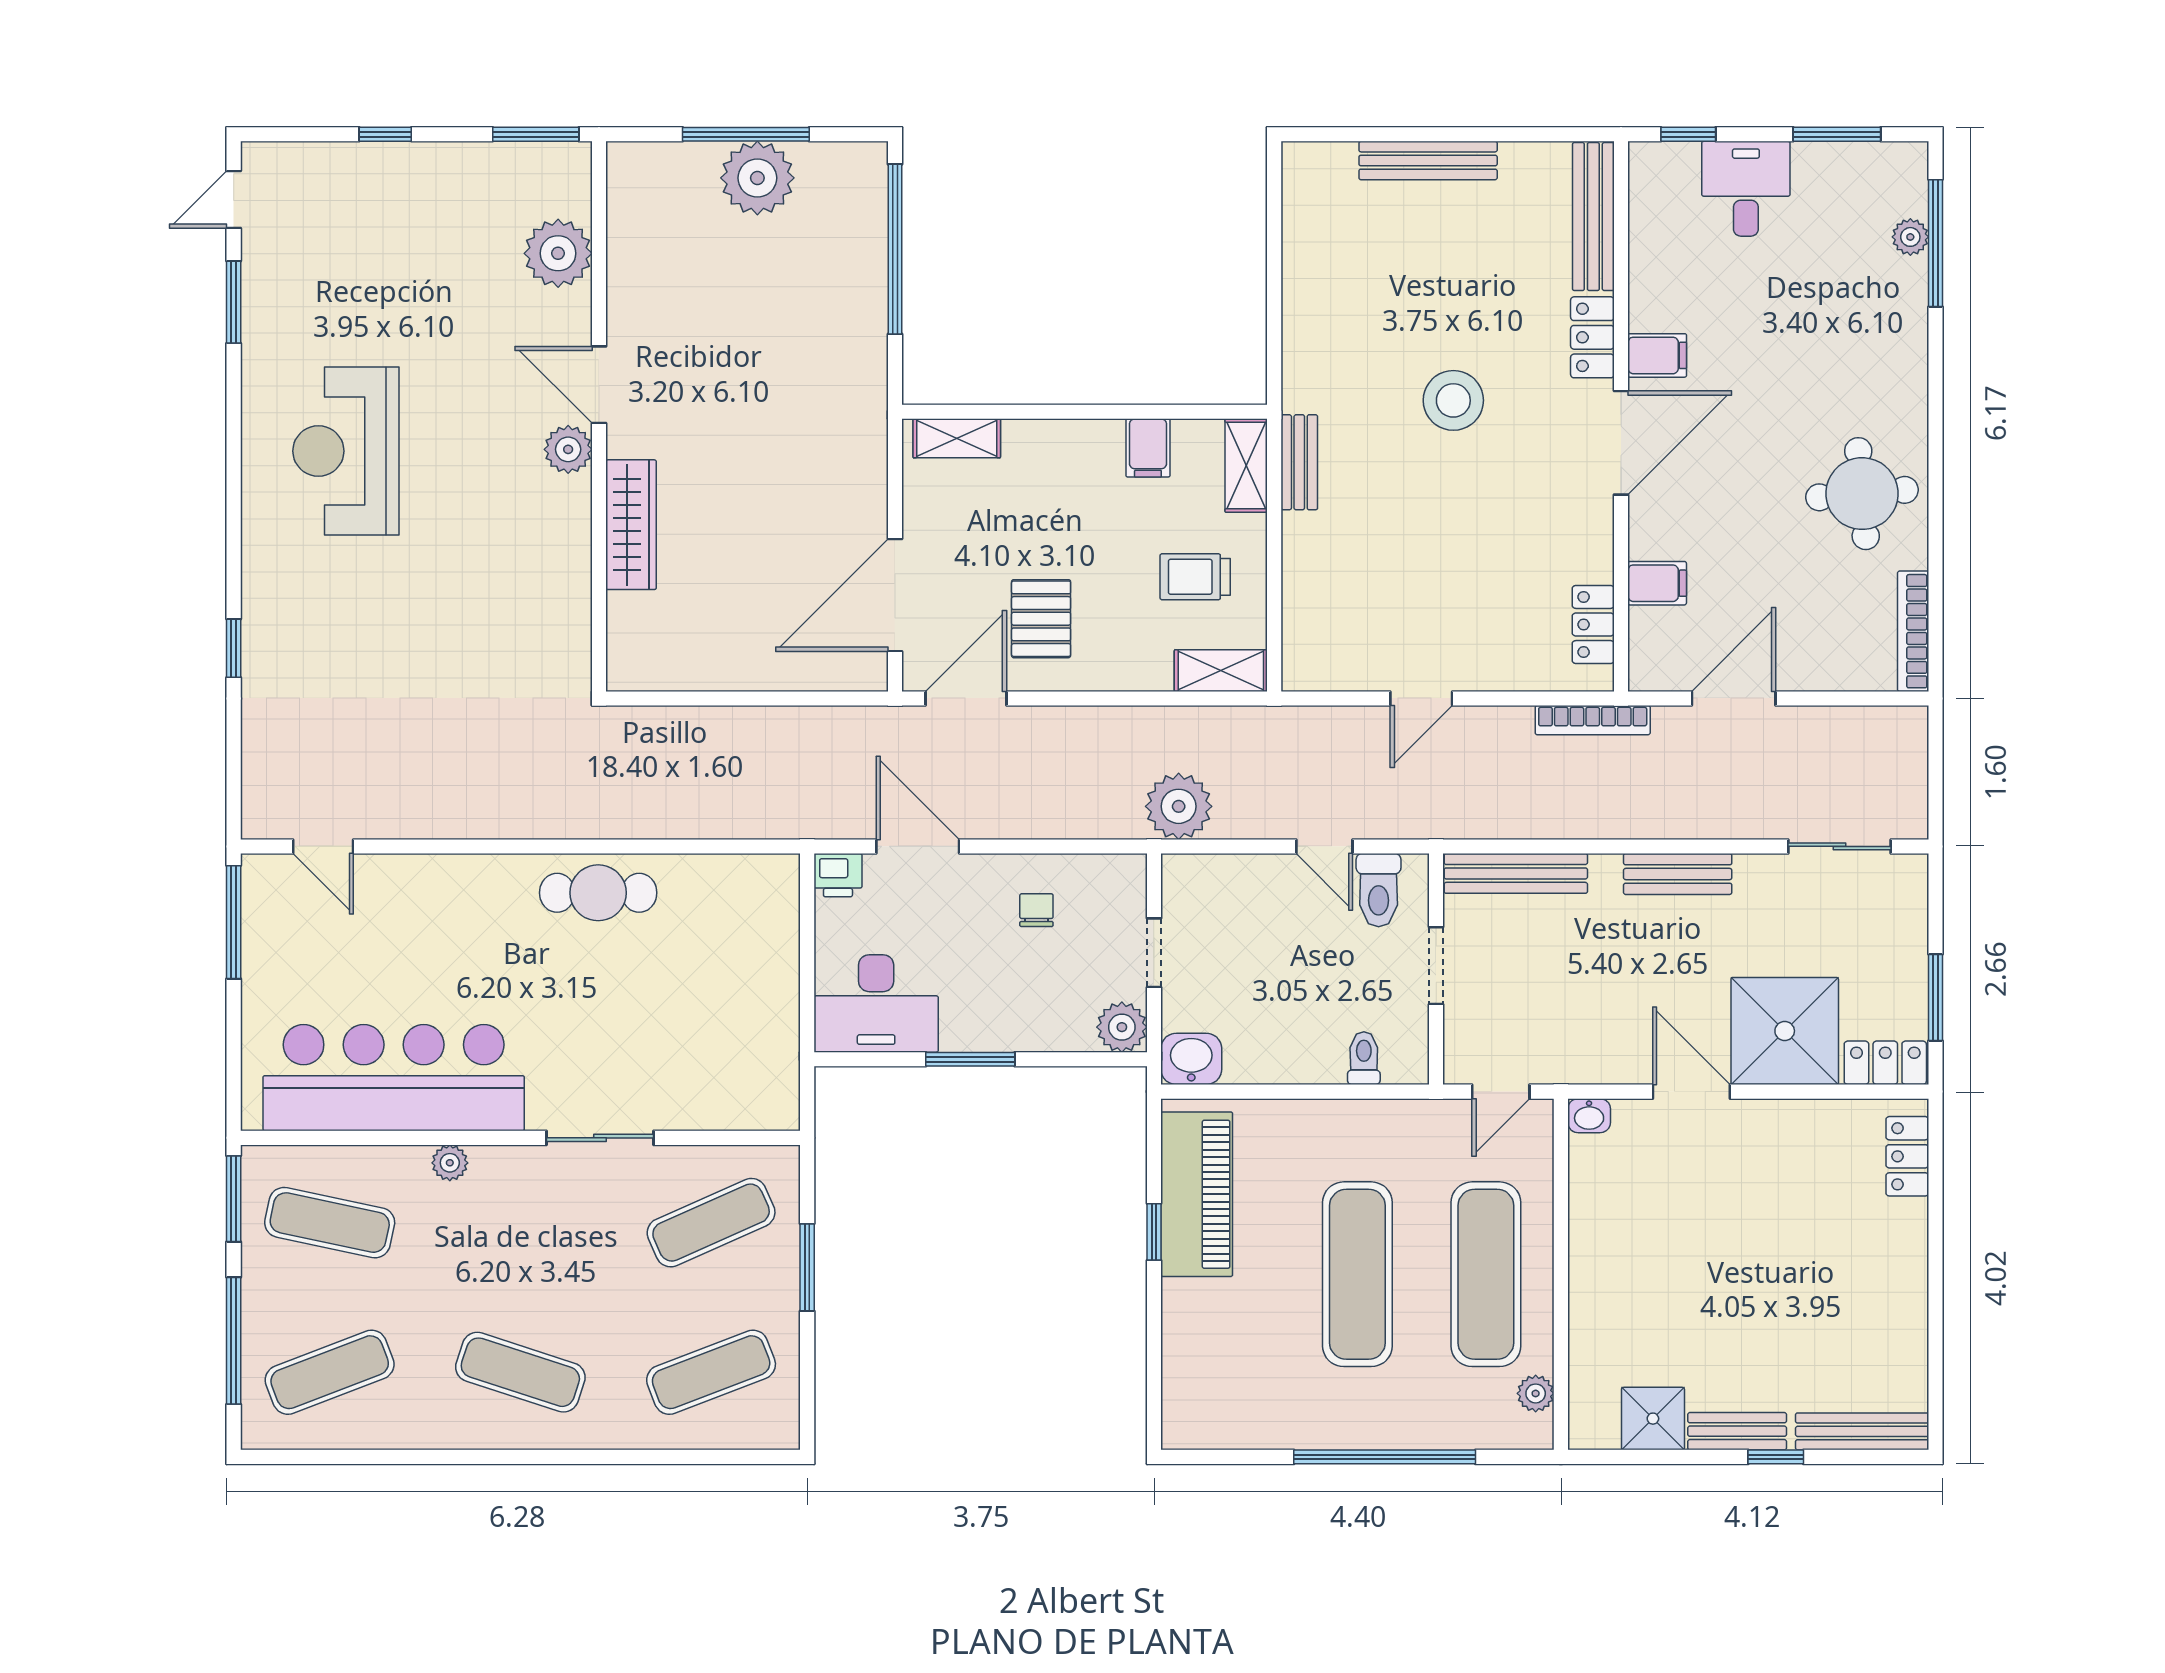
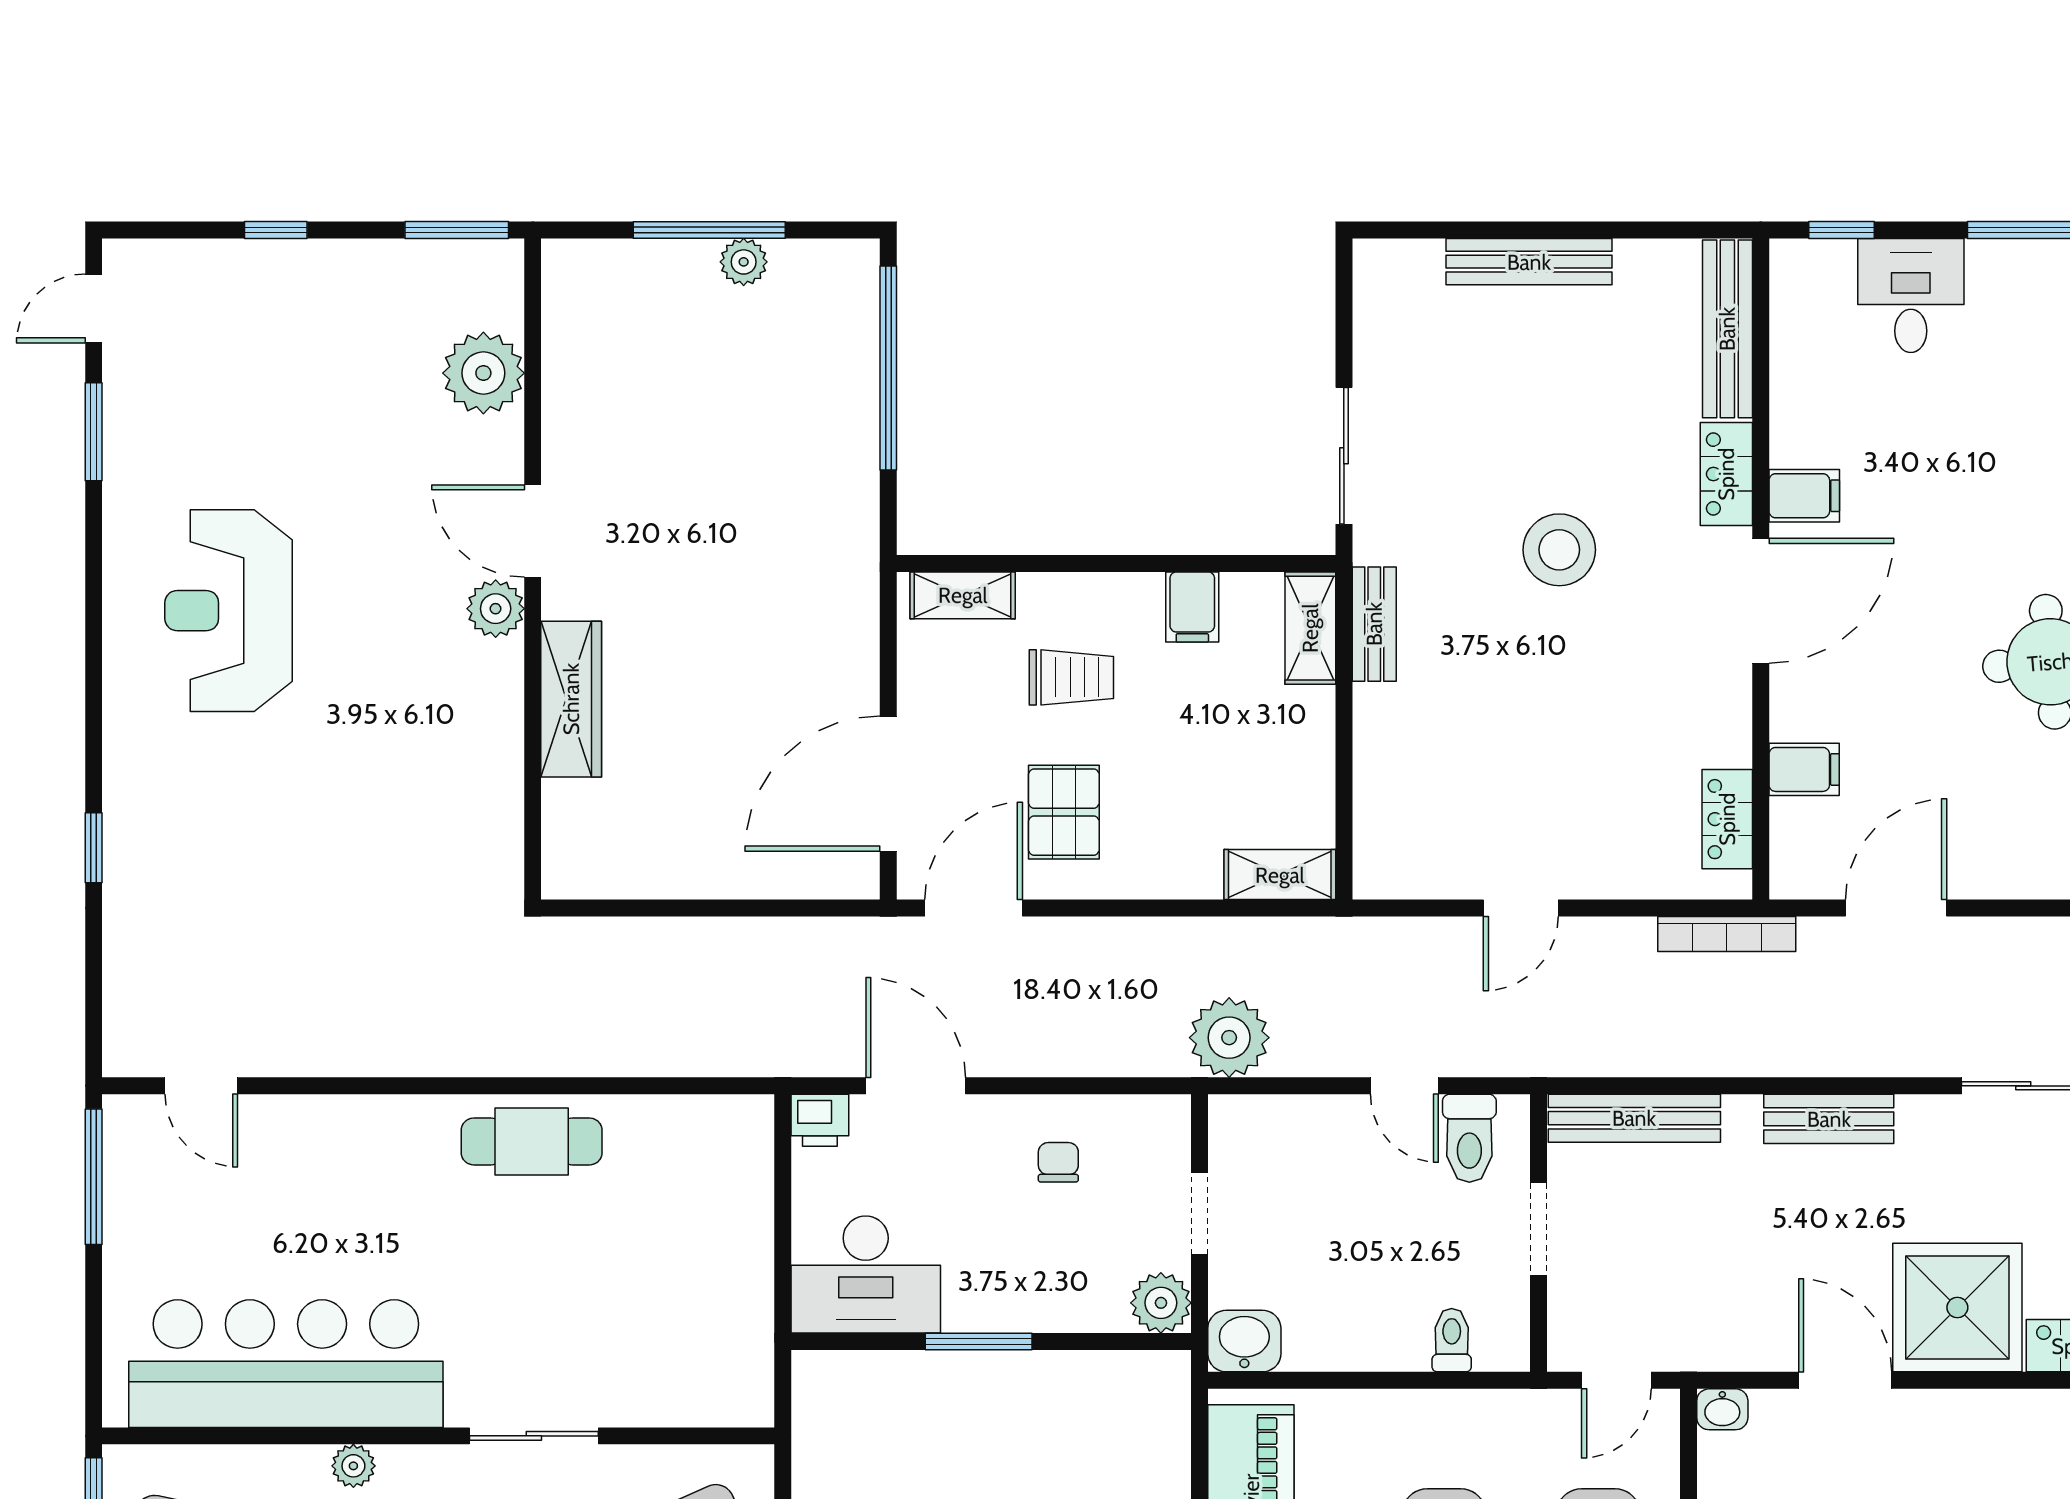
plant: (757, 178) -> (744, 262), width x0.53, depth x0.53
sliding door: (1274, 322) -> (1344, 456), added
trolley: (1195, 577) -> (1071, 677), moved, turned 180

